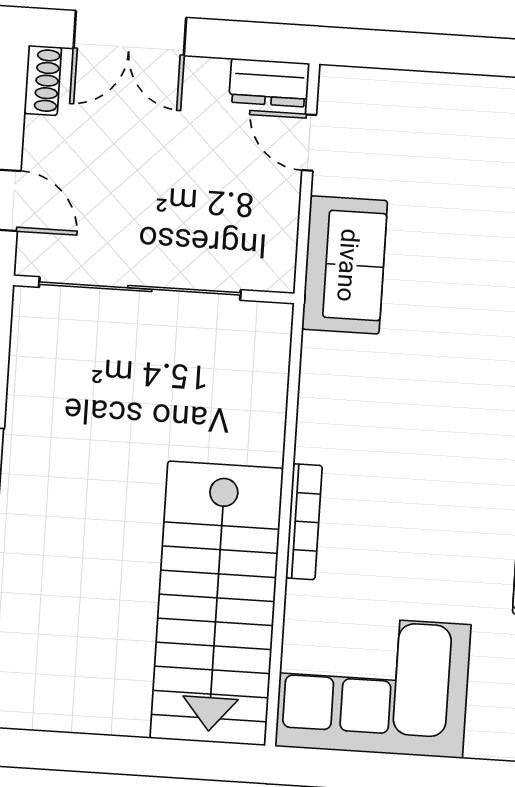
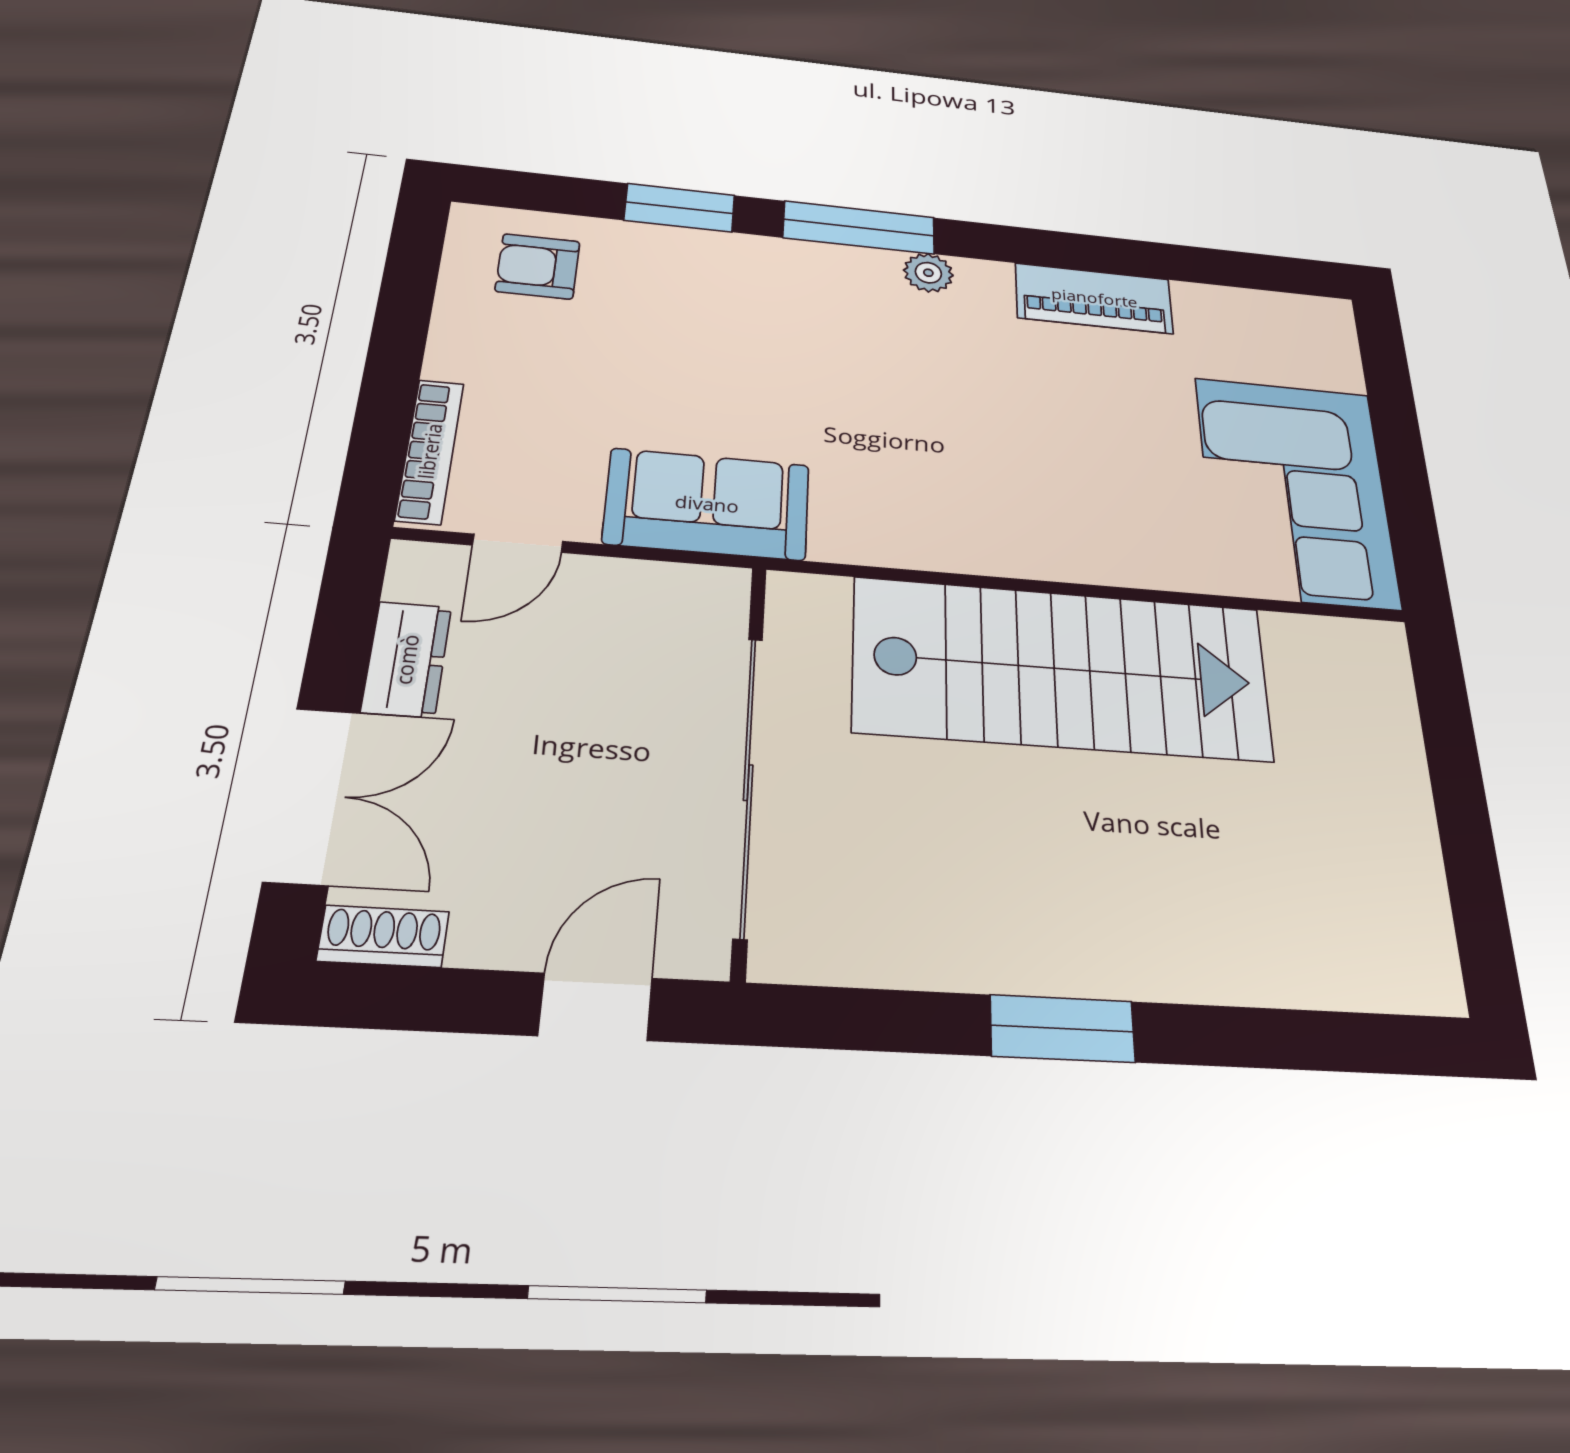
dresser: (269, 83) -> (407, 659), moved
bookcase: (304, 522) -> (430, 451), moved, turned 90
stairs: (217, 603) -> (1062, 669), moved

